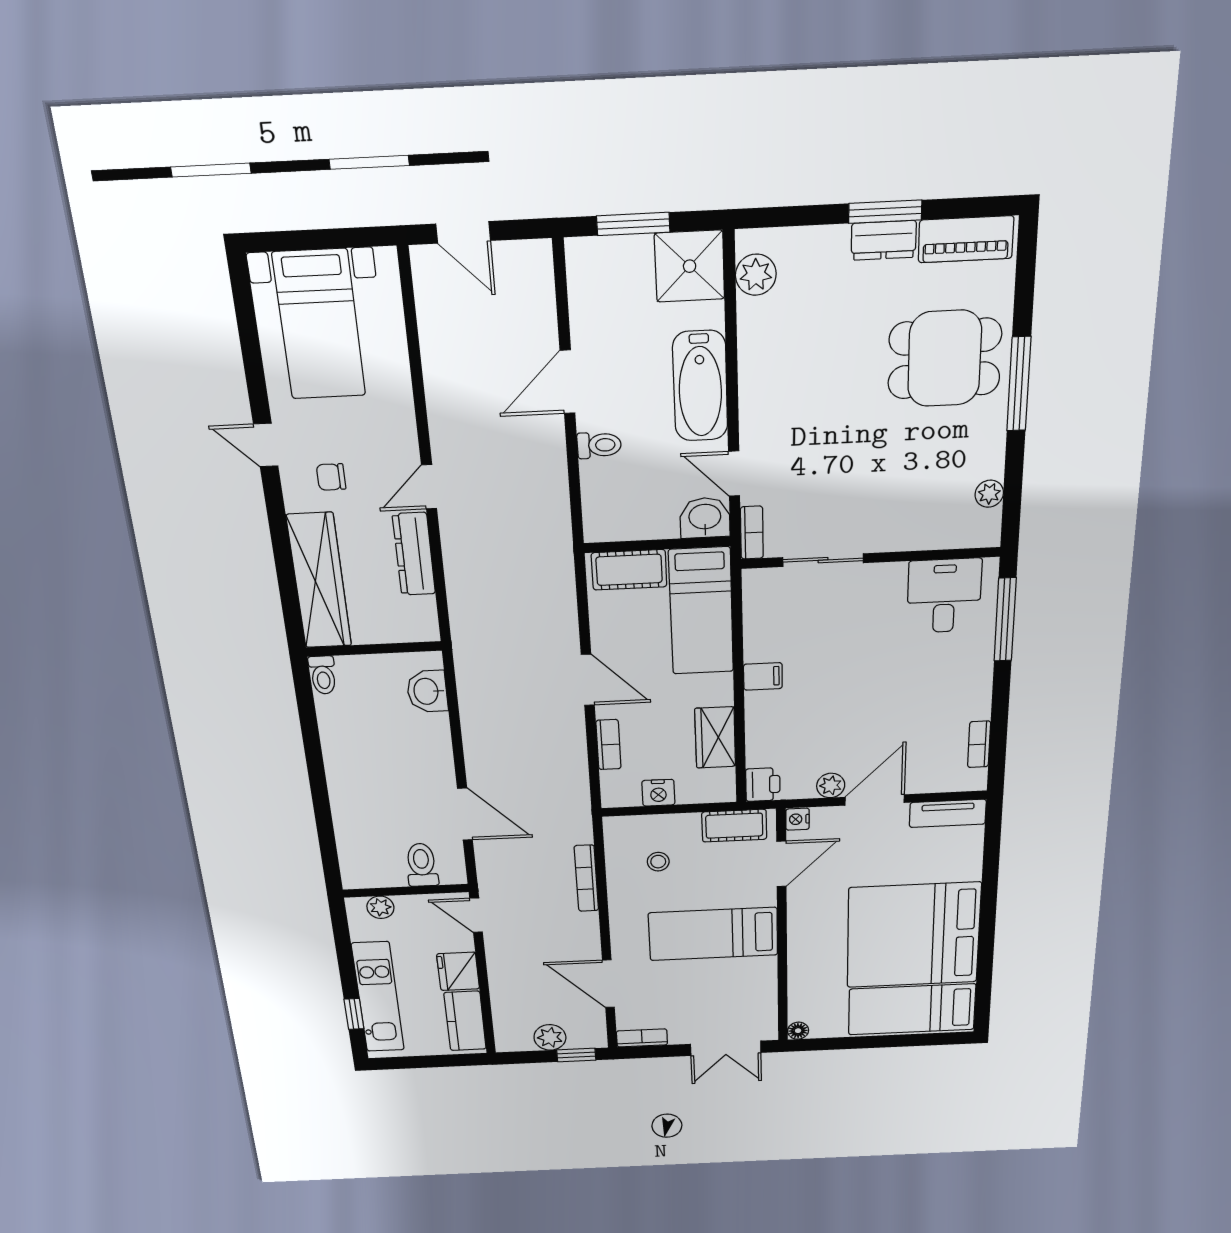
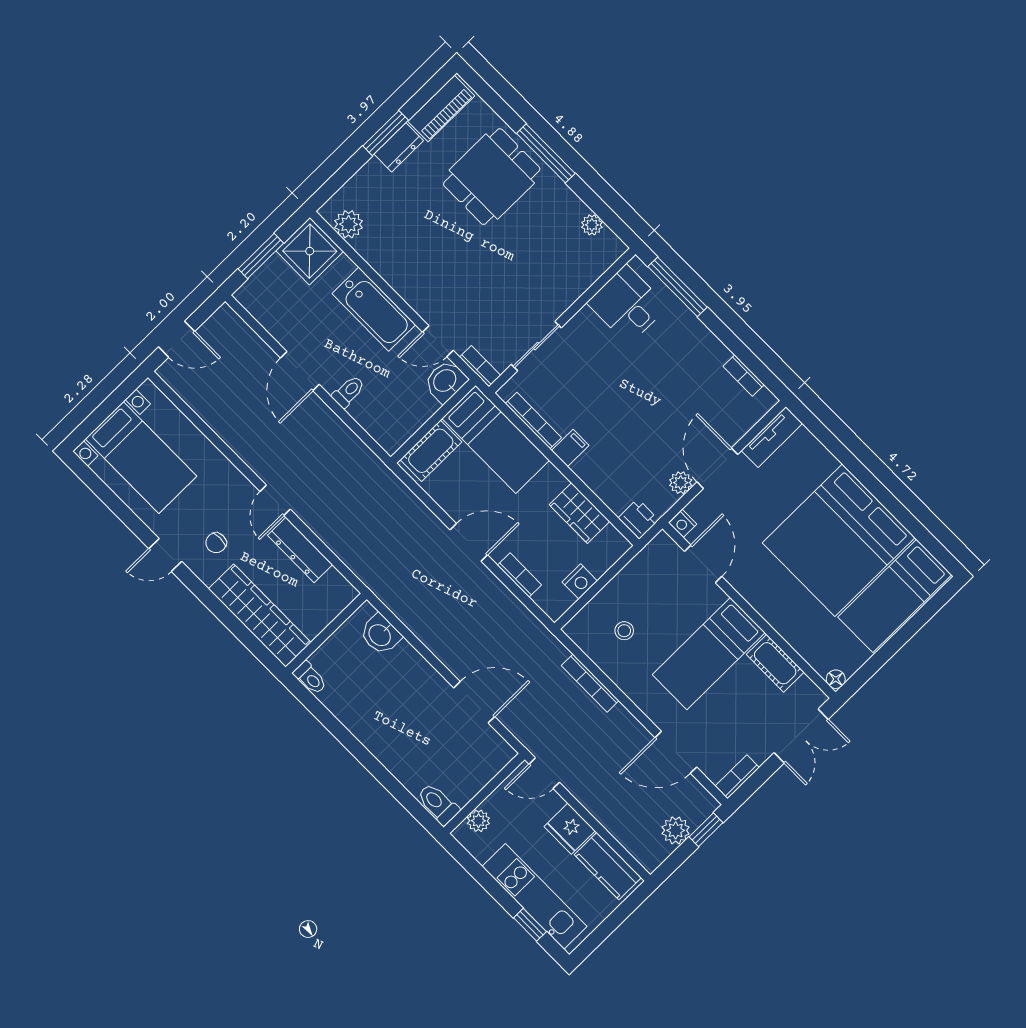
bookcase: (753, 624) -> (533, 421), added
cot: (734, 826) -> (775, 663), moved, turned 90
toilet: (422, 865) -> (438, 804), moved

